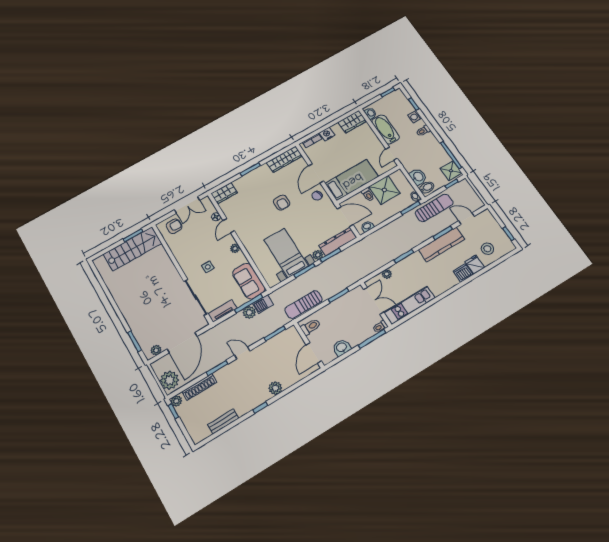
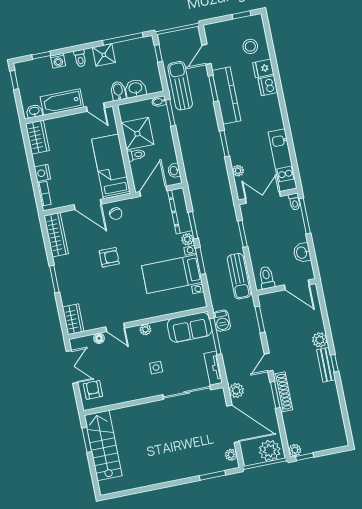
shower: (451, 171) -> (104, 55), moved
bidet: (427, 188) -> (118, 91), moved
plant: (249, 312) -> (236, 390), moved
shoe rack: (199, 387) -> (283, 392), moved
bench: (223, 421) -> (326, 365), moved

